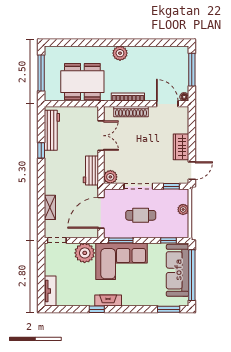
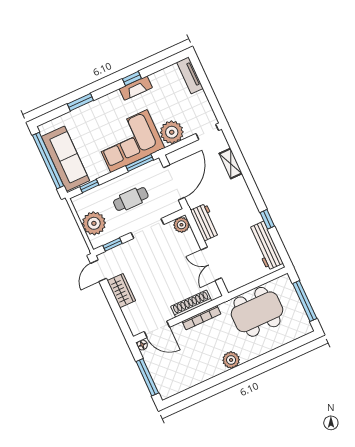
plant: (183, 209) -> (94, 223), width x1.88, depth x1.88
fireplace: (108, 300) -> (136, 88), moved
window: (169, 309) -> (80, 102), moved

